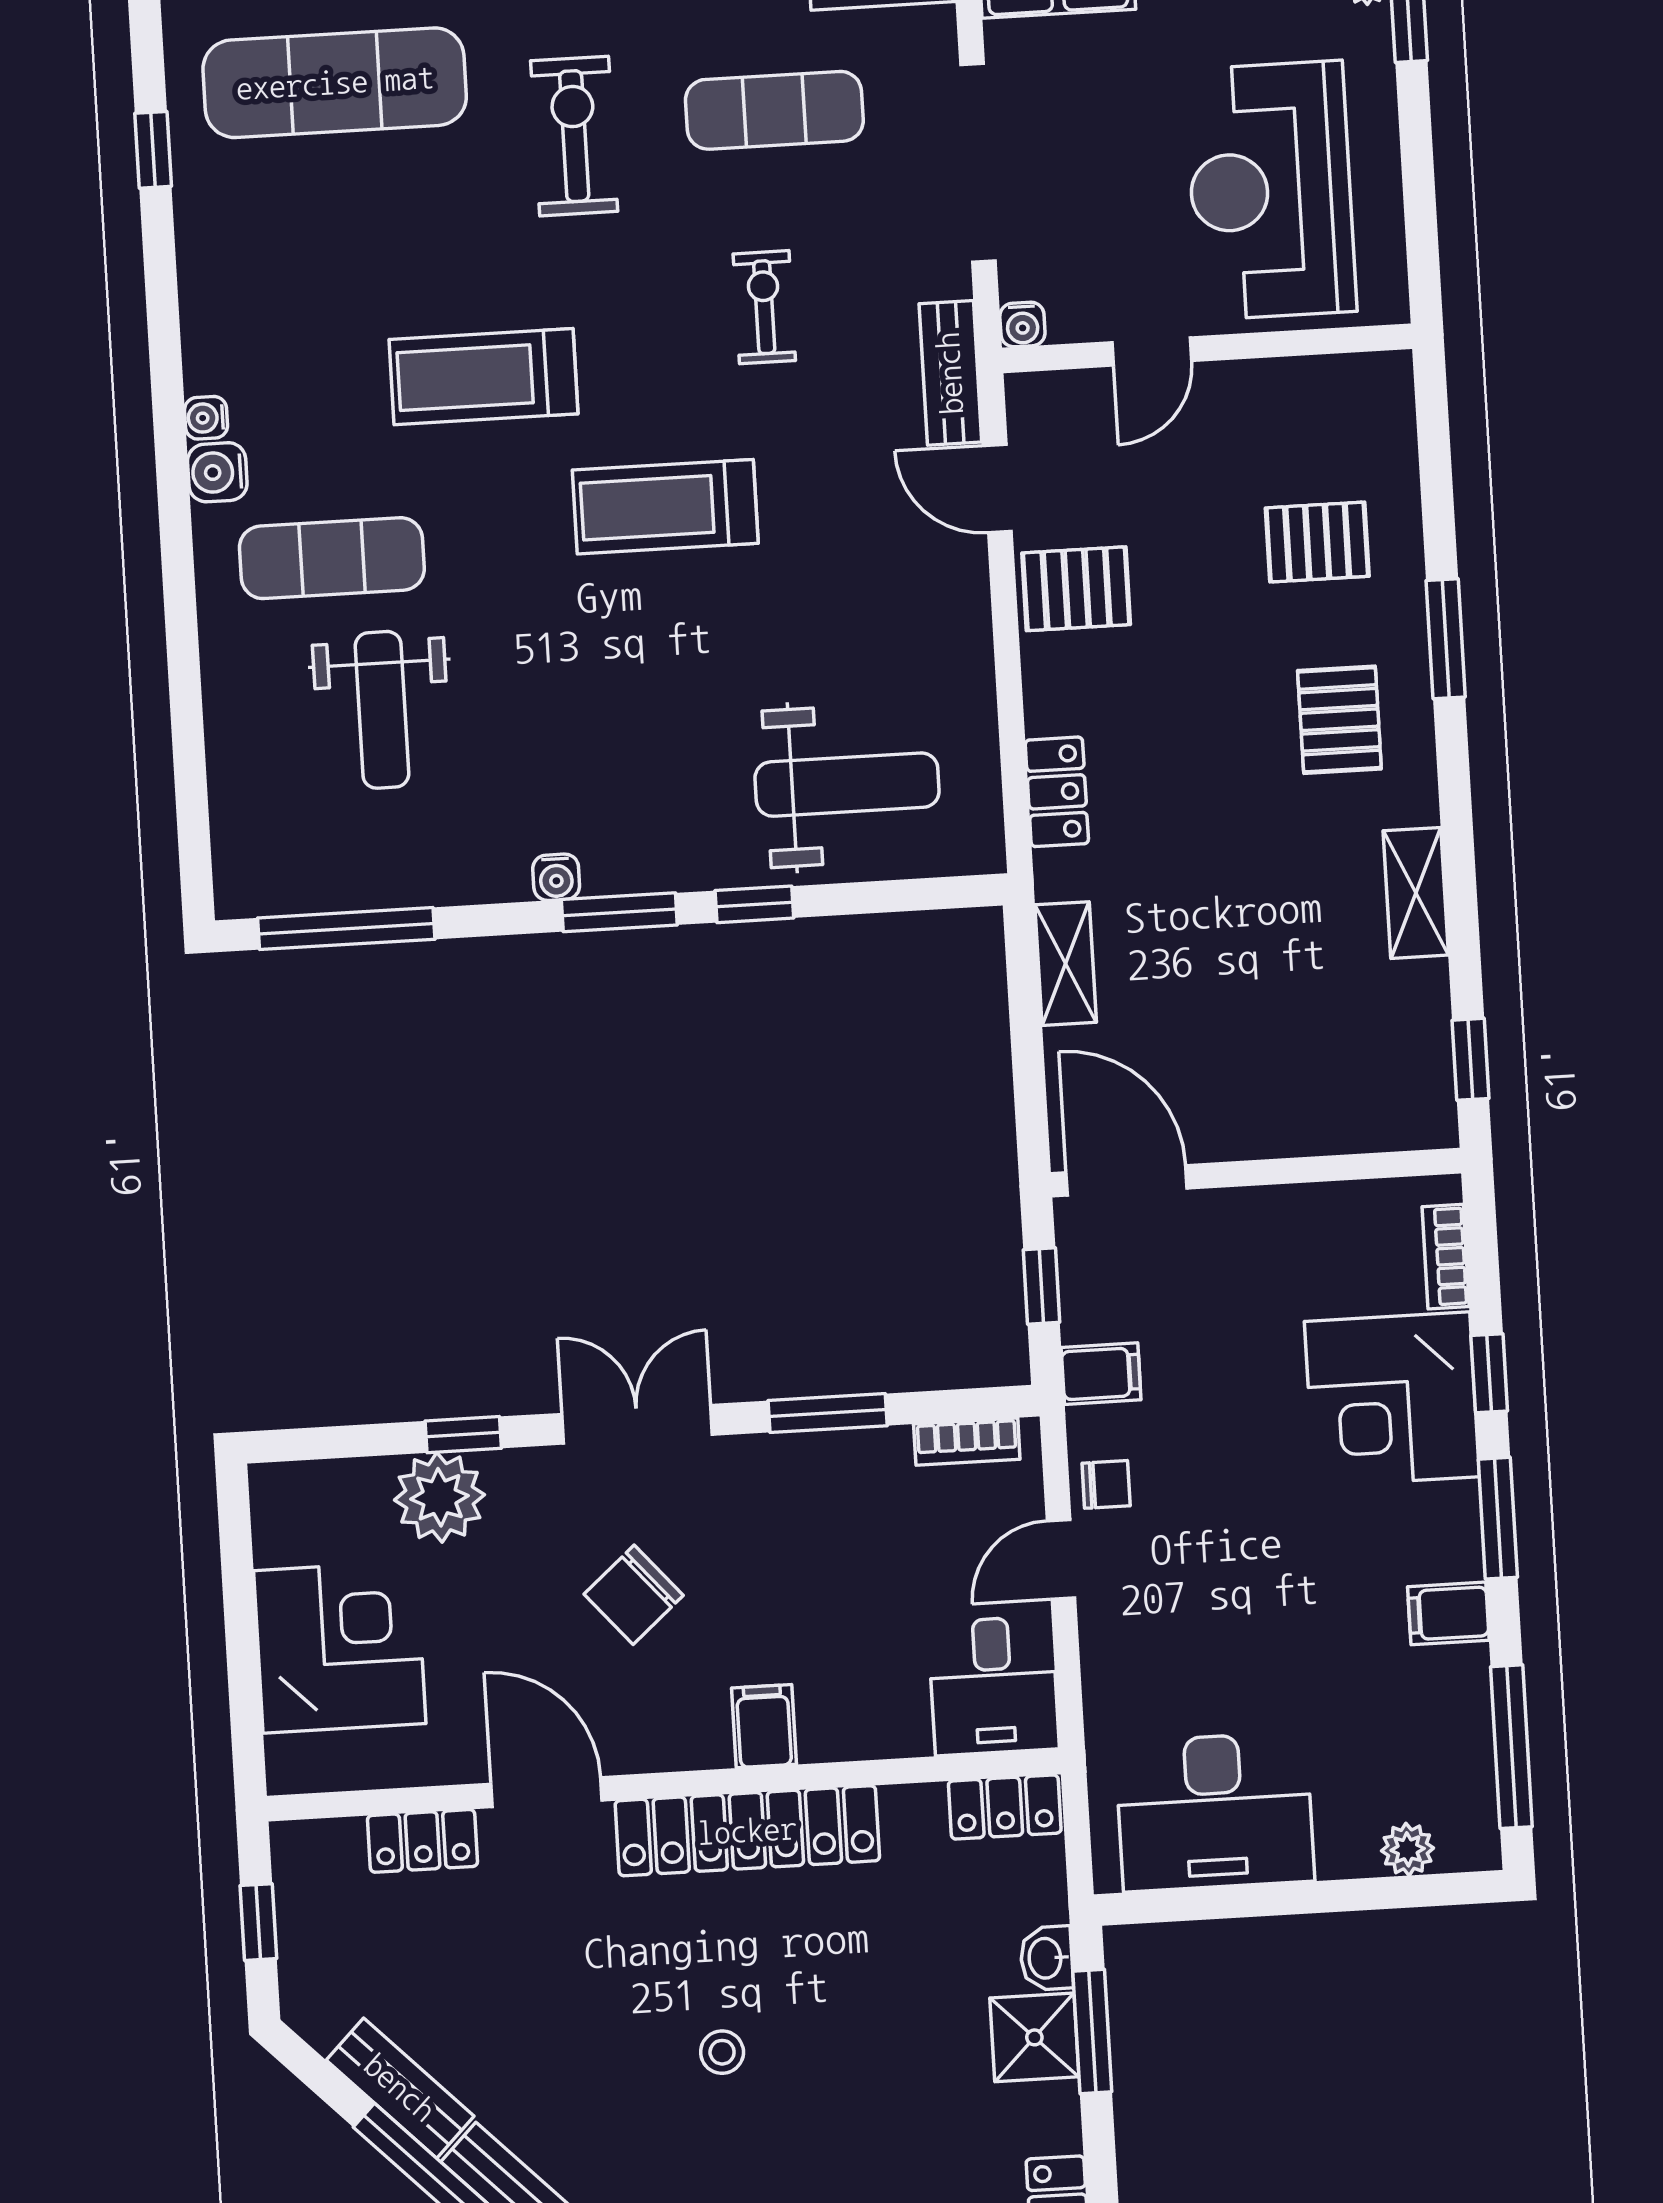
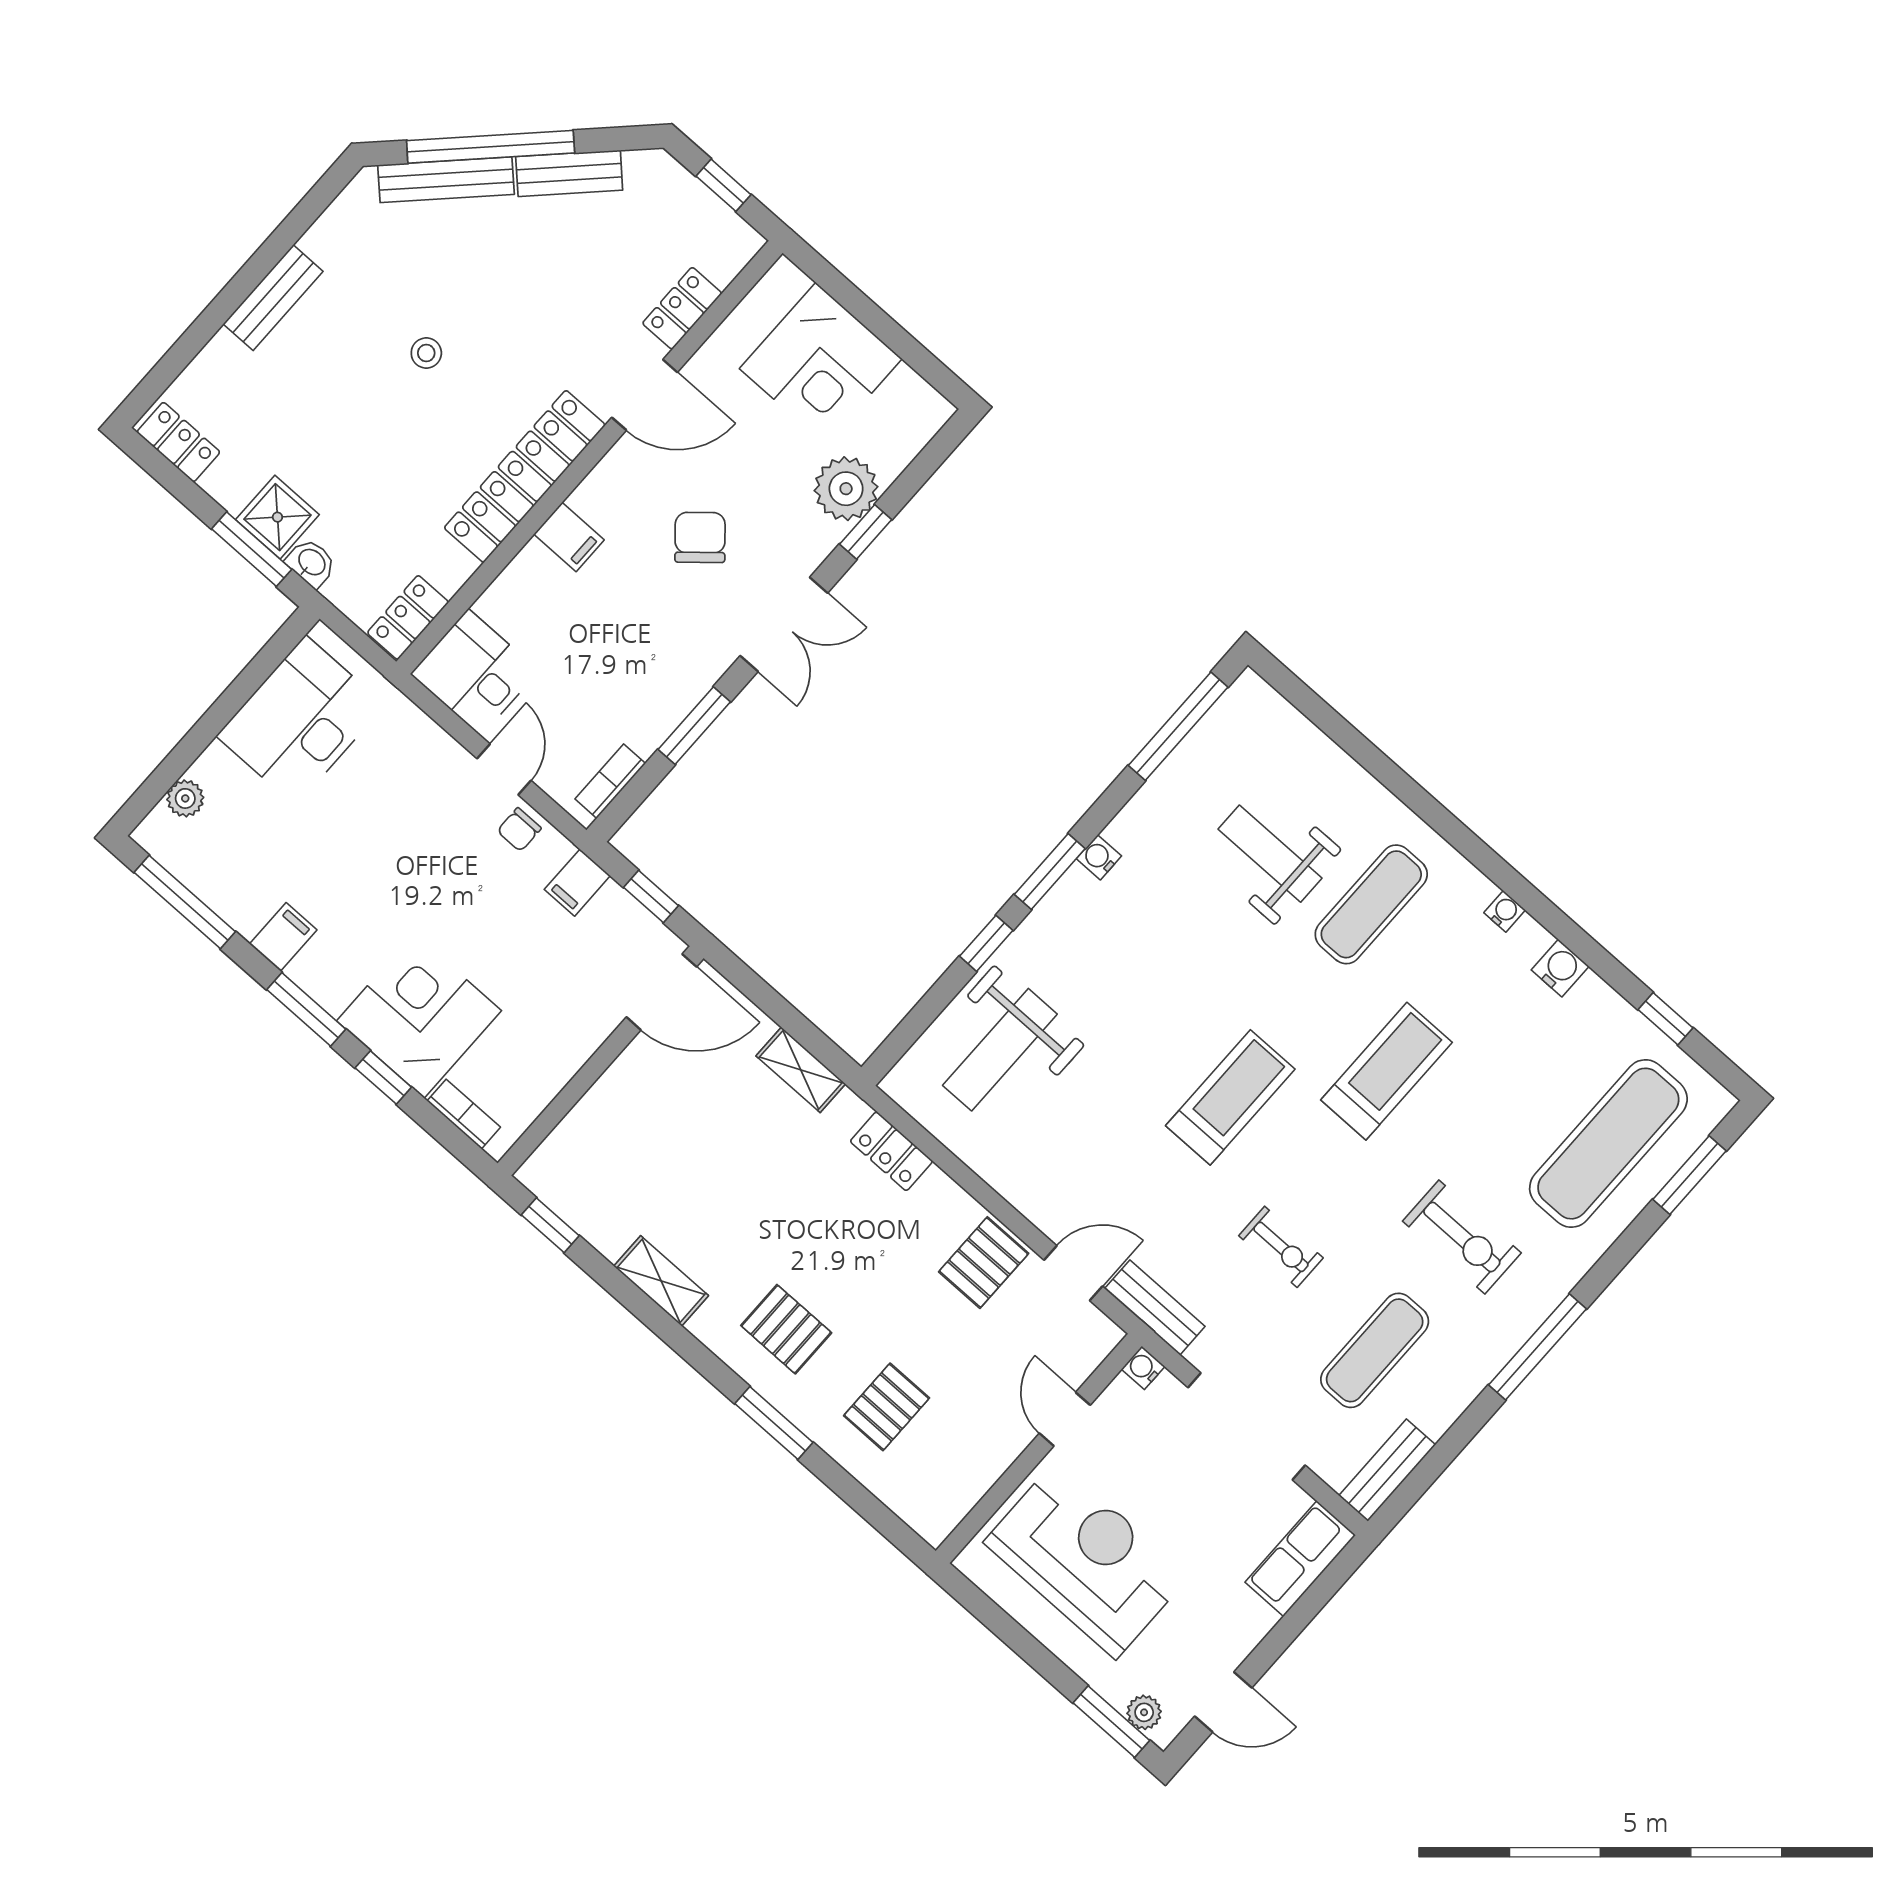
water cooler: (217, 472) -> (1560, 968), moved

